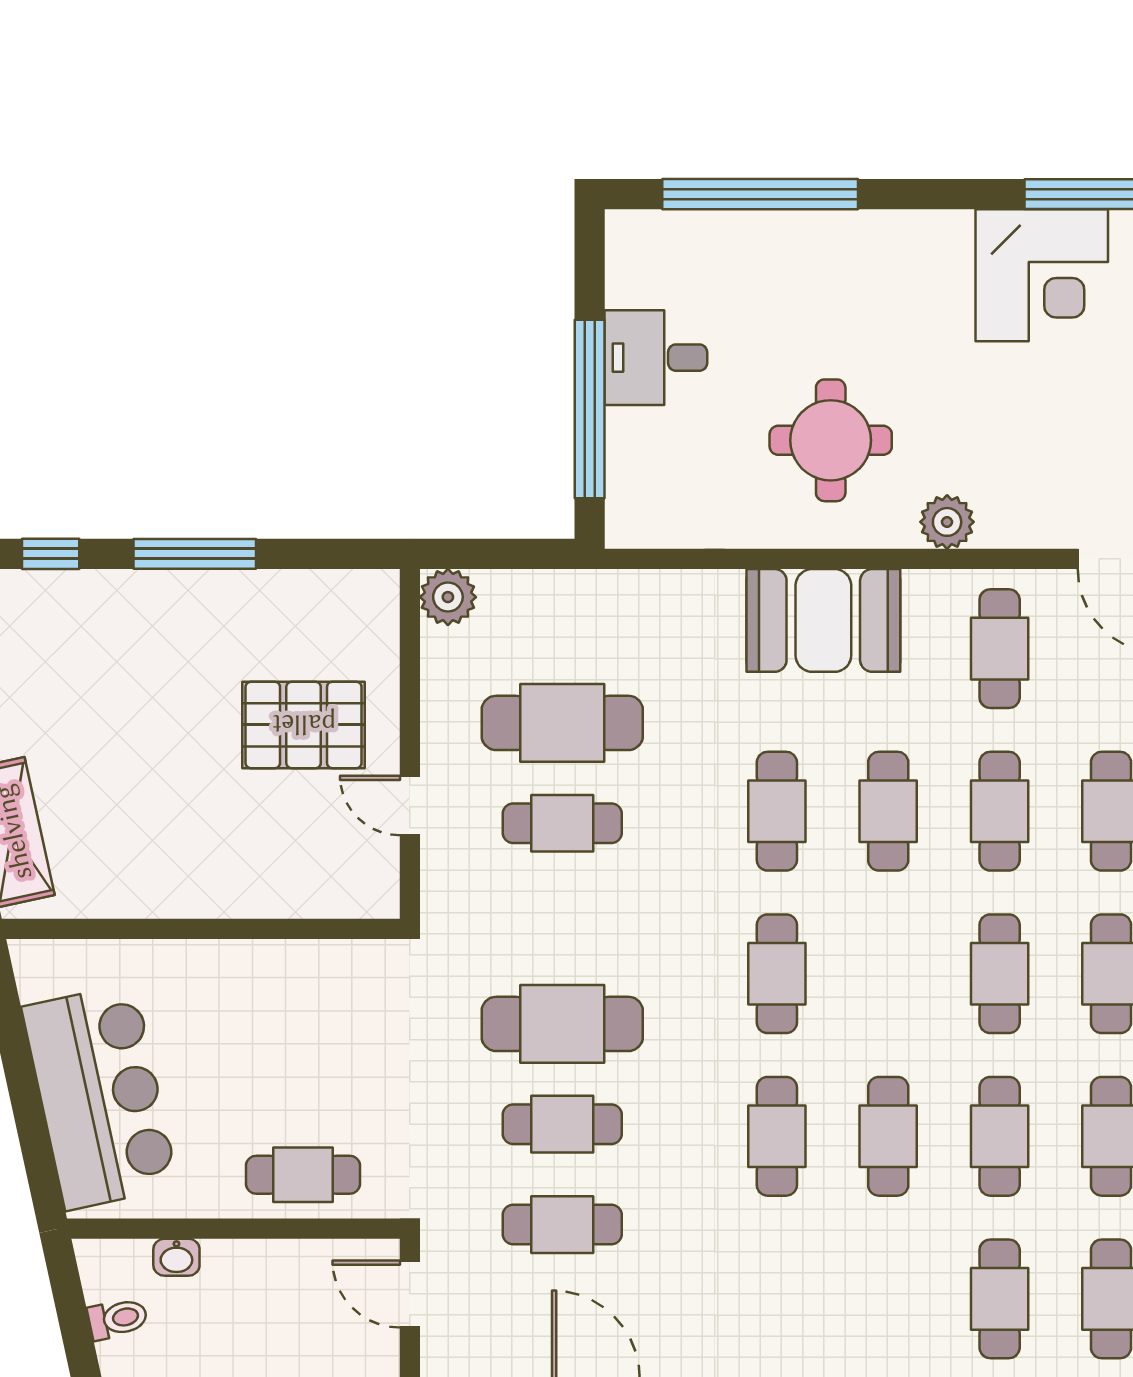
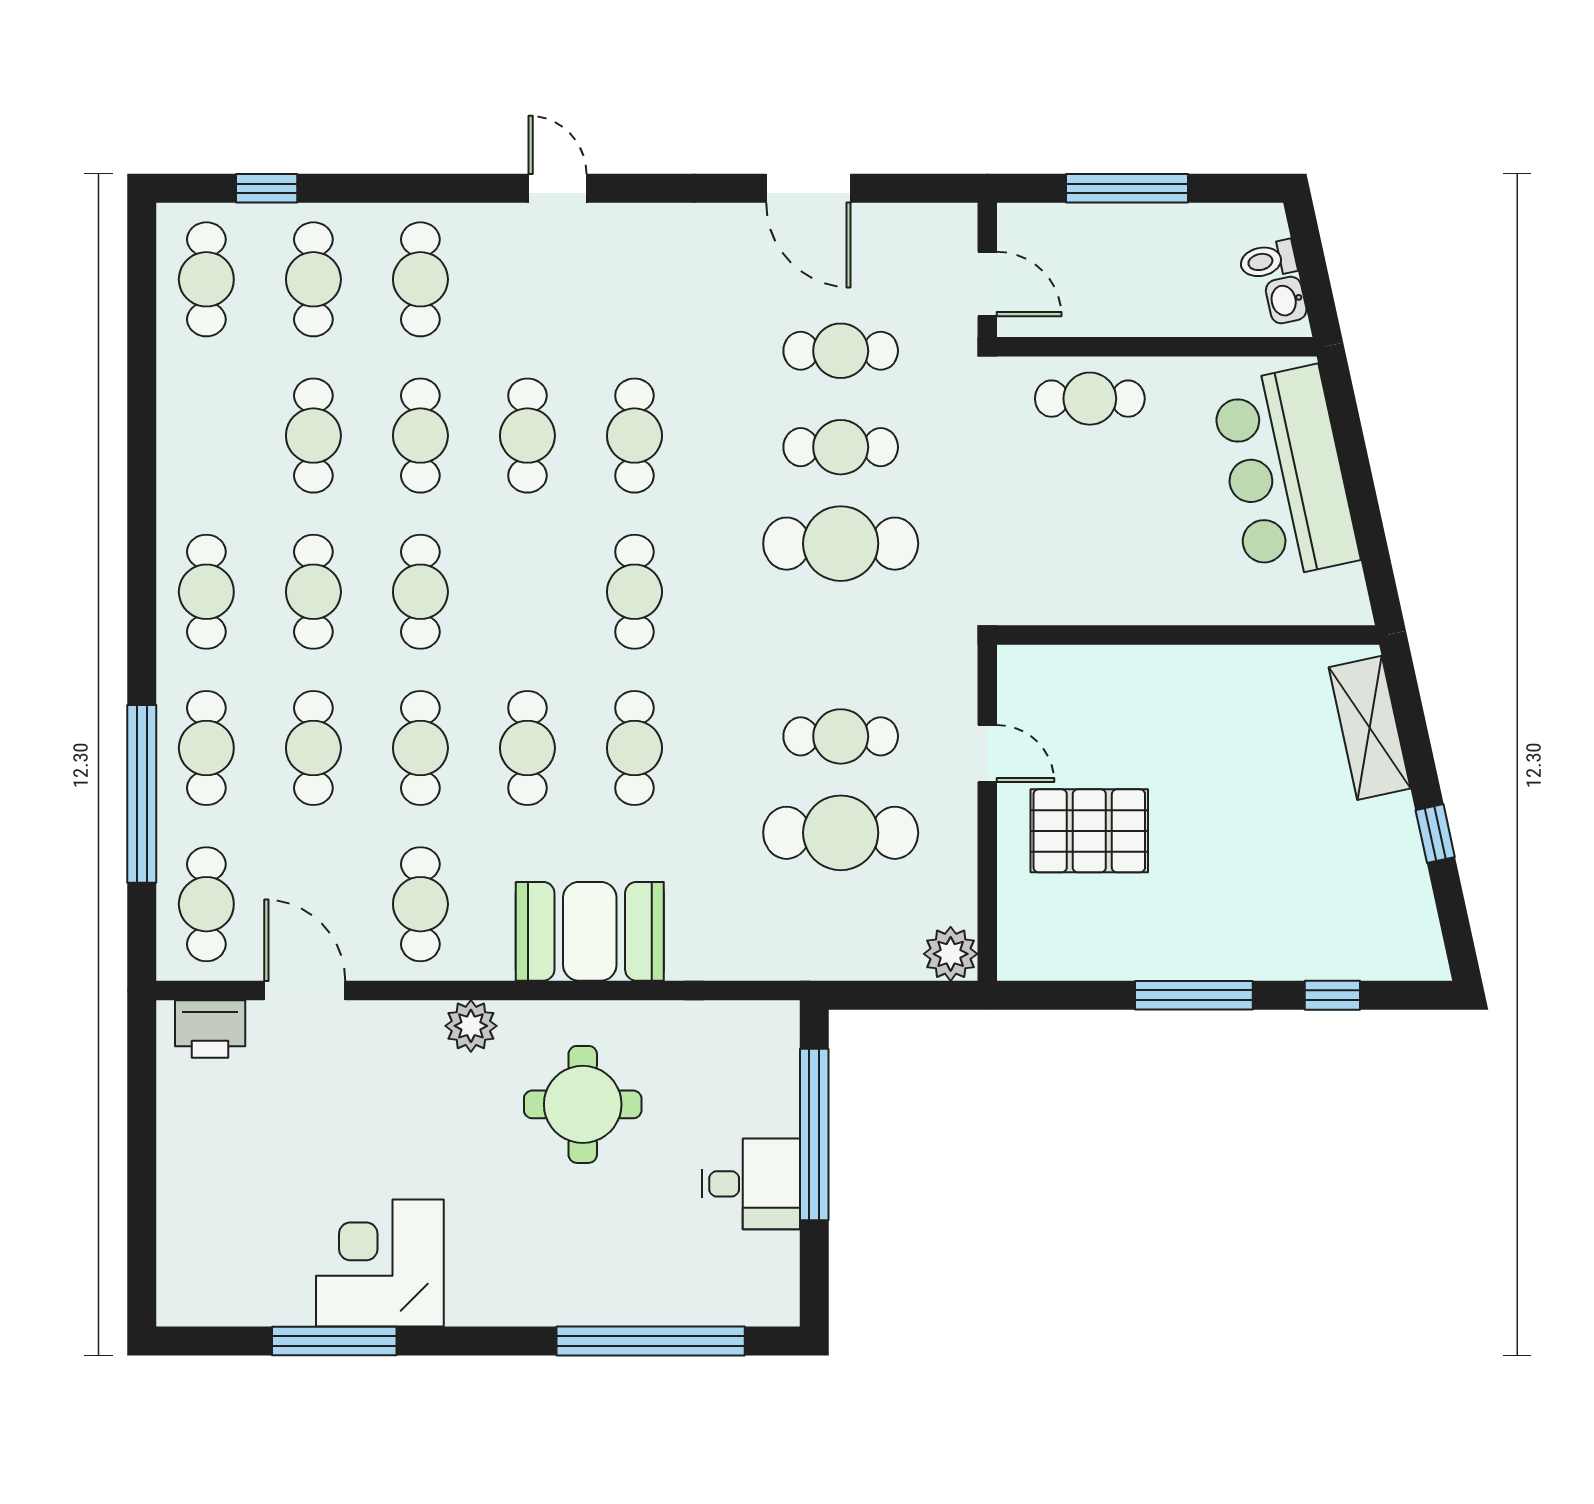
washbasin: (176, 1257) -> (1286, 300), moved, turned -102

